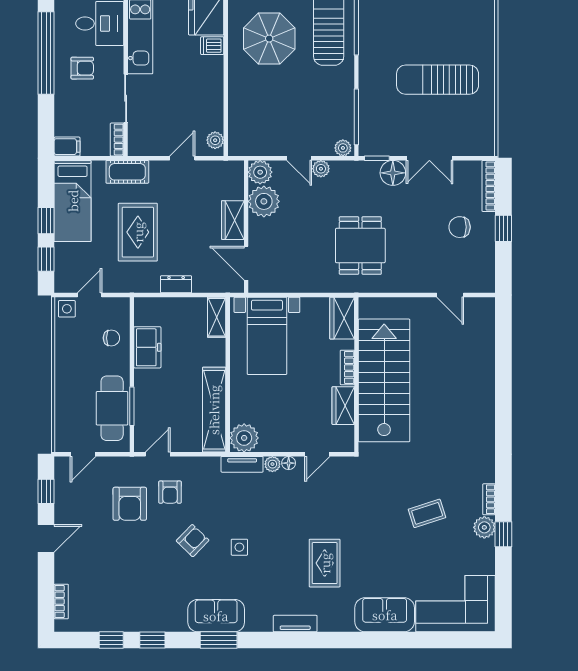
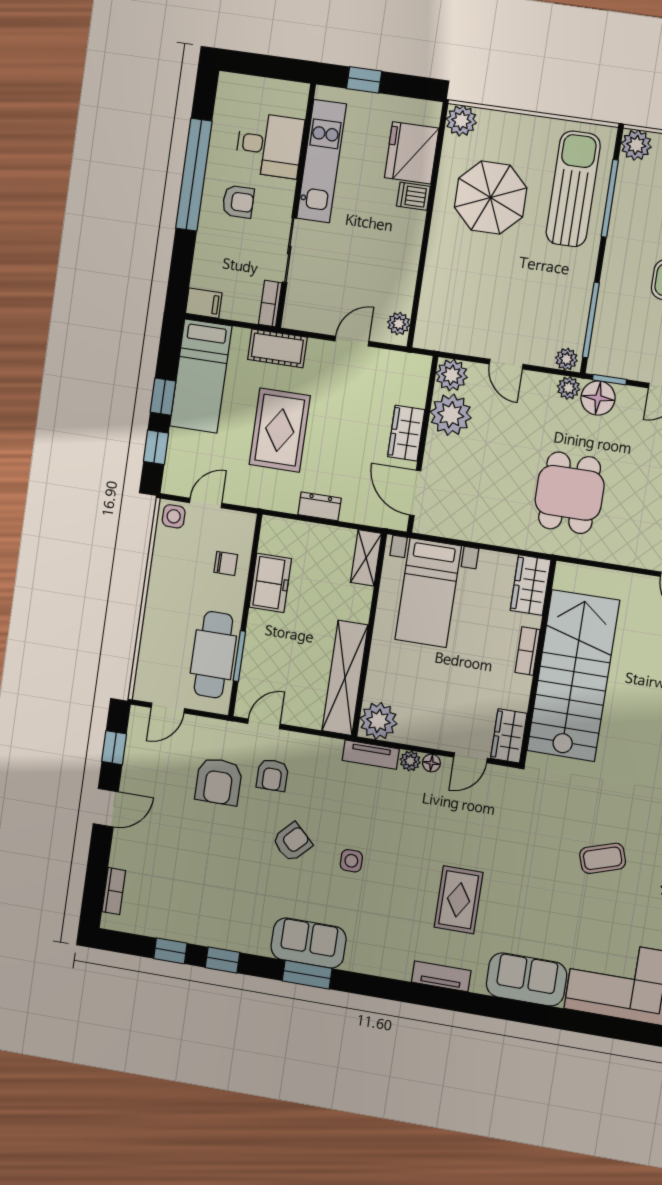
plant: (321, 169) -> (569, 388), moved
floor lamp: (393, 173) -> (598, 398), moved
wardrobe: (343, 406) -> (509, 736), moved
tv unit: (295, 624) -> (441, 976), moved

